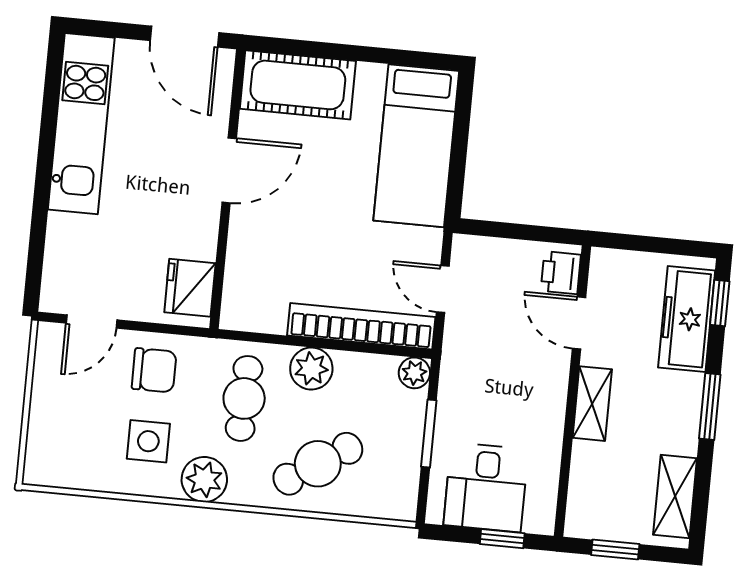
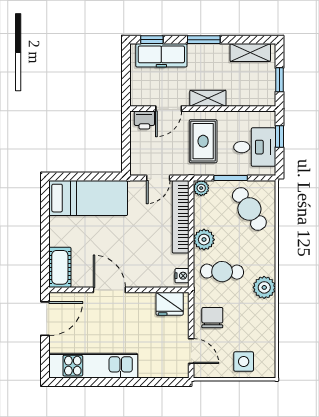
cot: (298, 85) -> (60, 267), width x0.73, depth x0.75
nightstand: (244, 318) -> (182, 276), added
rug: (507, 386) -> (203, 141), added
side table: (148, 441) -> (244, 361), moved
cafe table: (318, 464) -> (249, 209), moved

